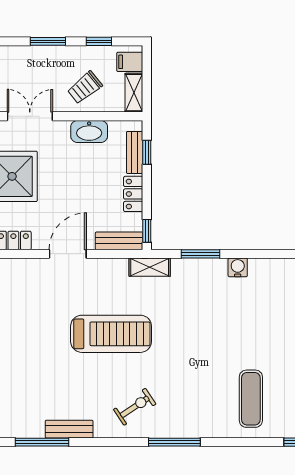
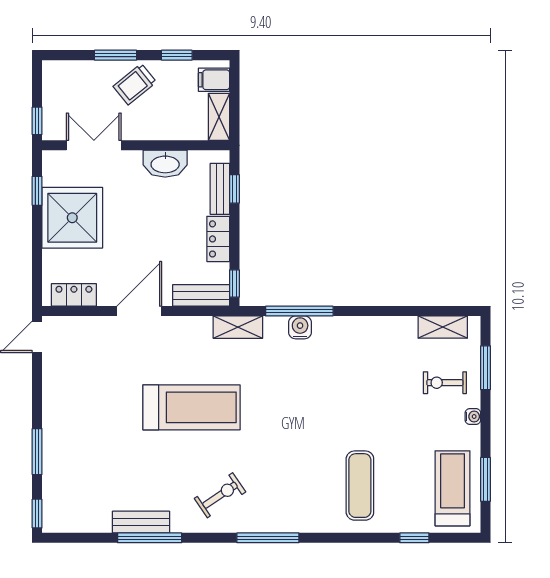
trolley: (85, 87) -> (135, 84), moved
window: (201, 254) -> (299, 311), width x1.44
water cooler: (238, 267) -> (300, 327), moved
window: (42, 442) -> (150, 538), moved

